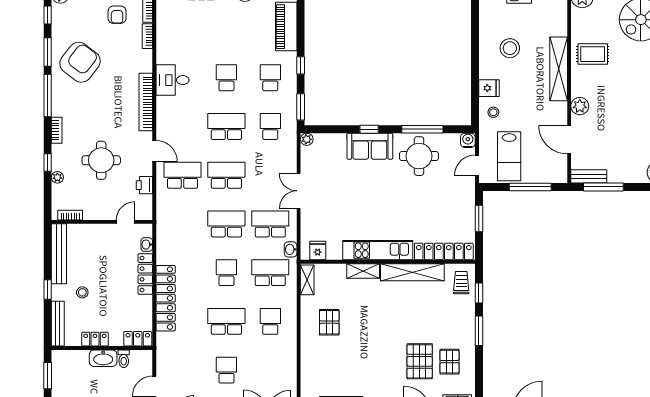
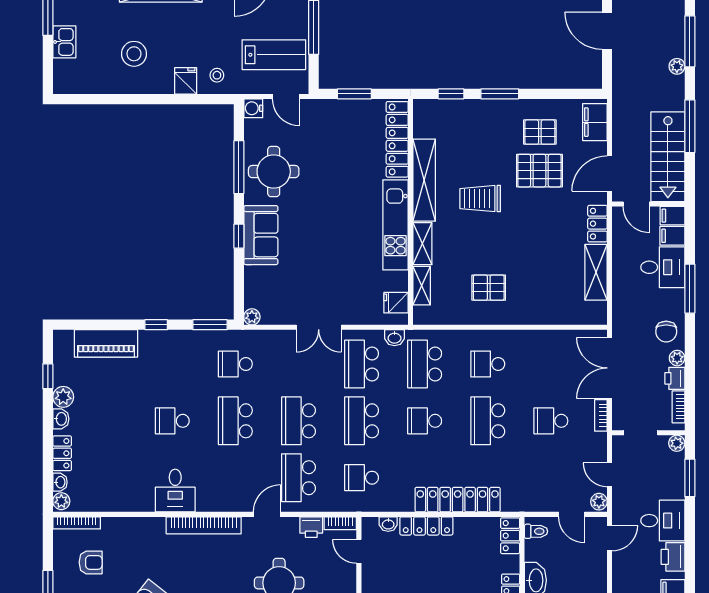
bookcase: (147, 36) -> (340, 523), moved
school desk: (270, 78) -> (362, 478), moved
shelving: (307, 280) -> (422, 286), moved, turned 90
trolley: (461, 283) -> (480, 199), moved, width x1.36, depth x1.39
toilet: (124, 359) -> (536, 531), moved

